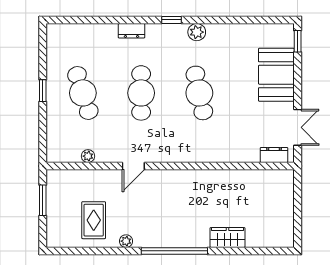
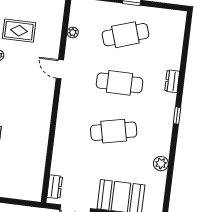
plant: (197, 32) -> (161, 164), moved

